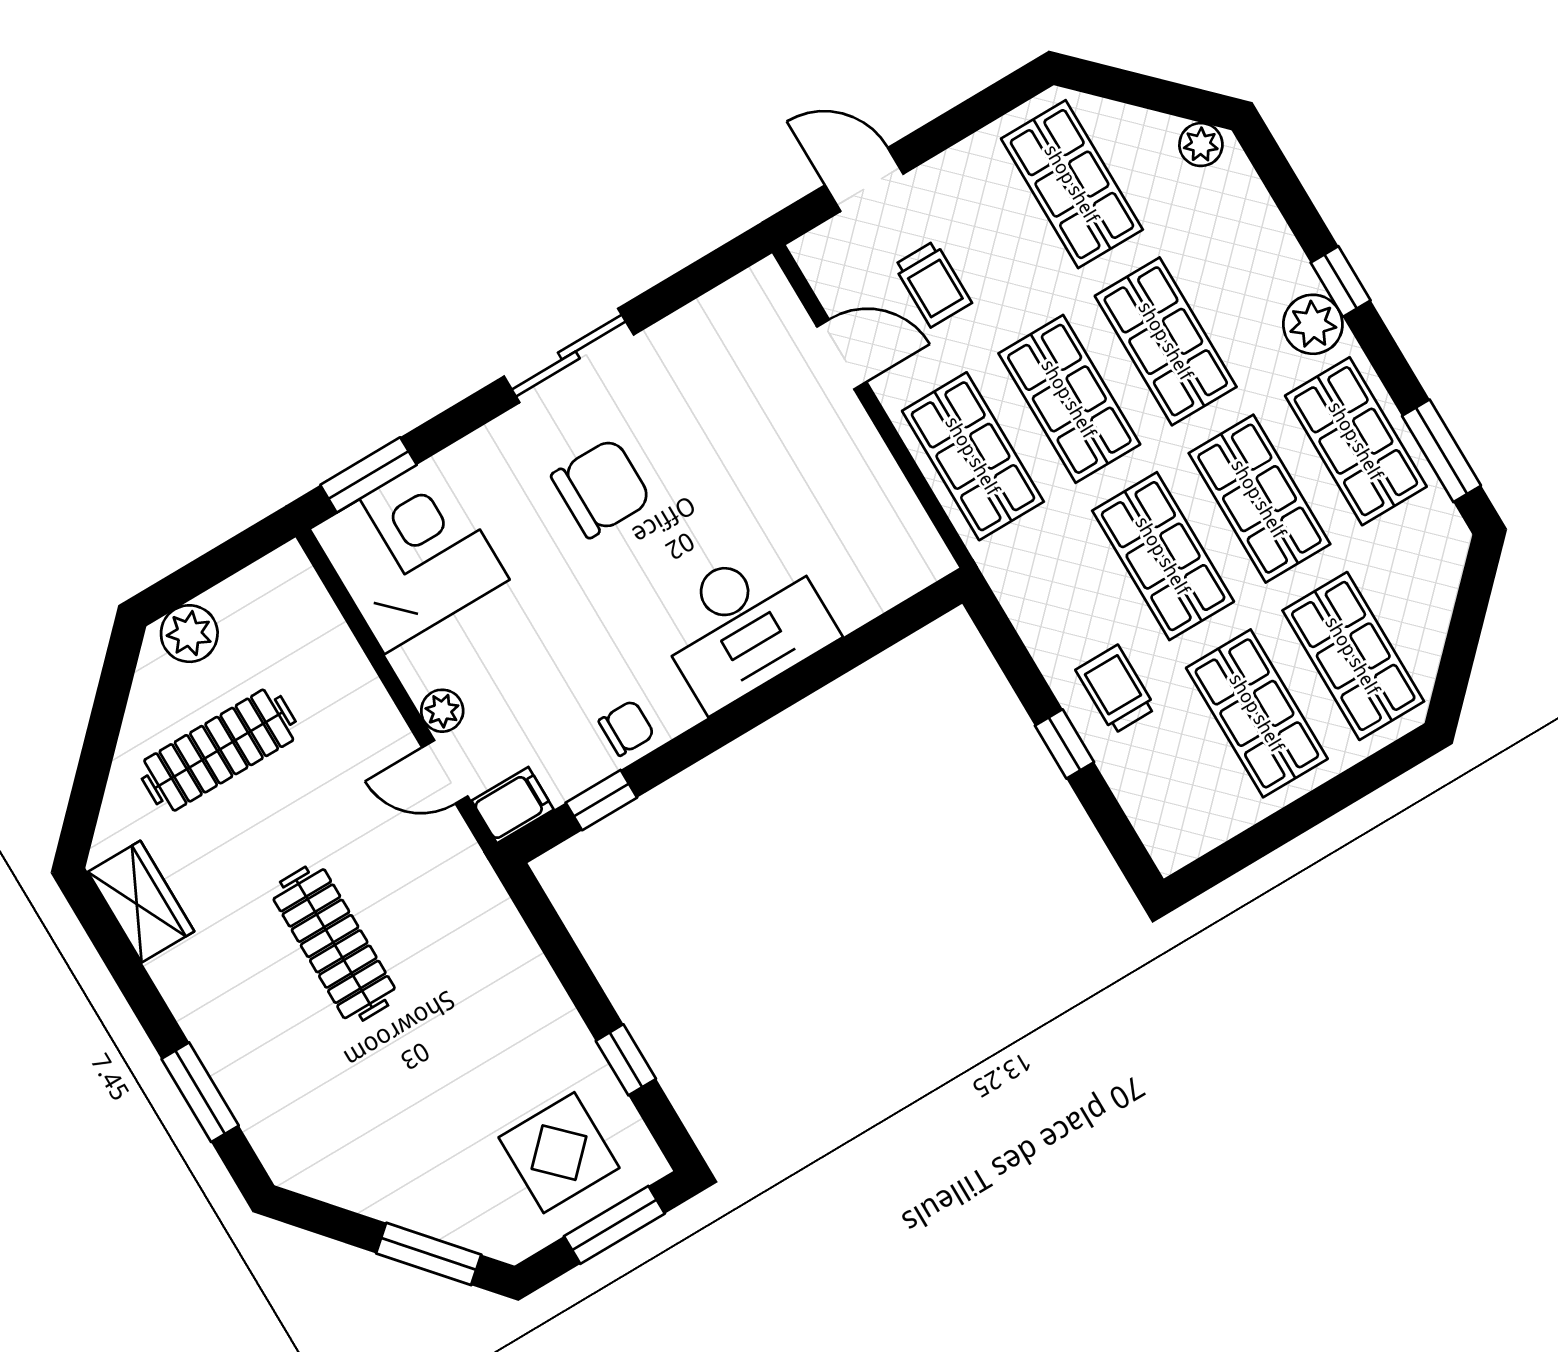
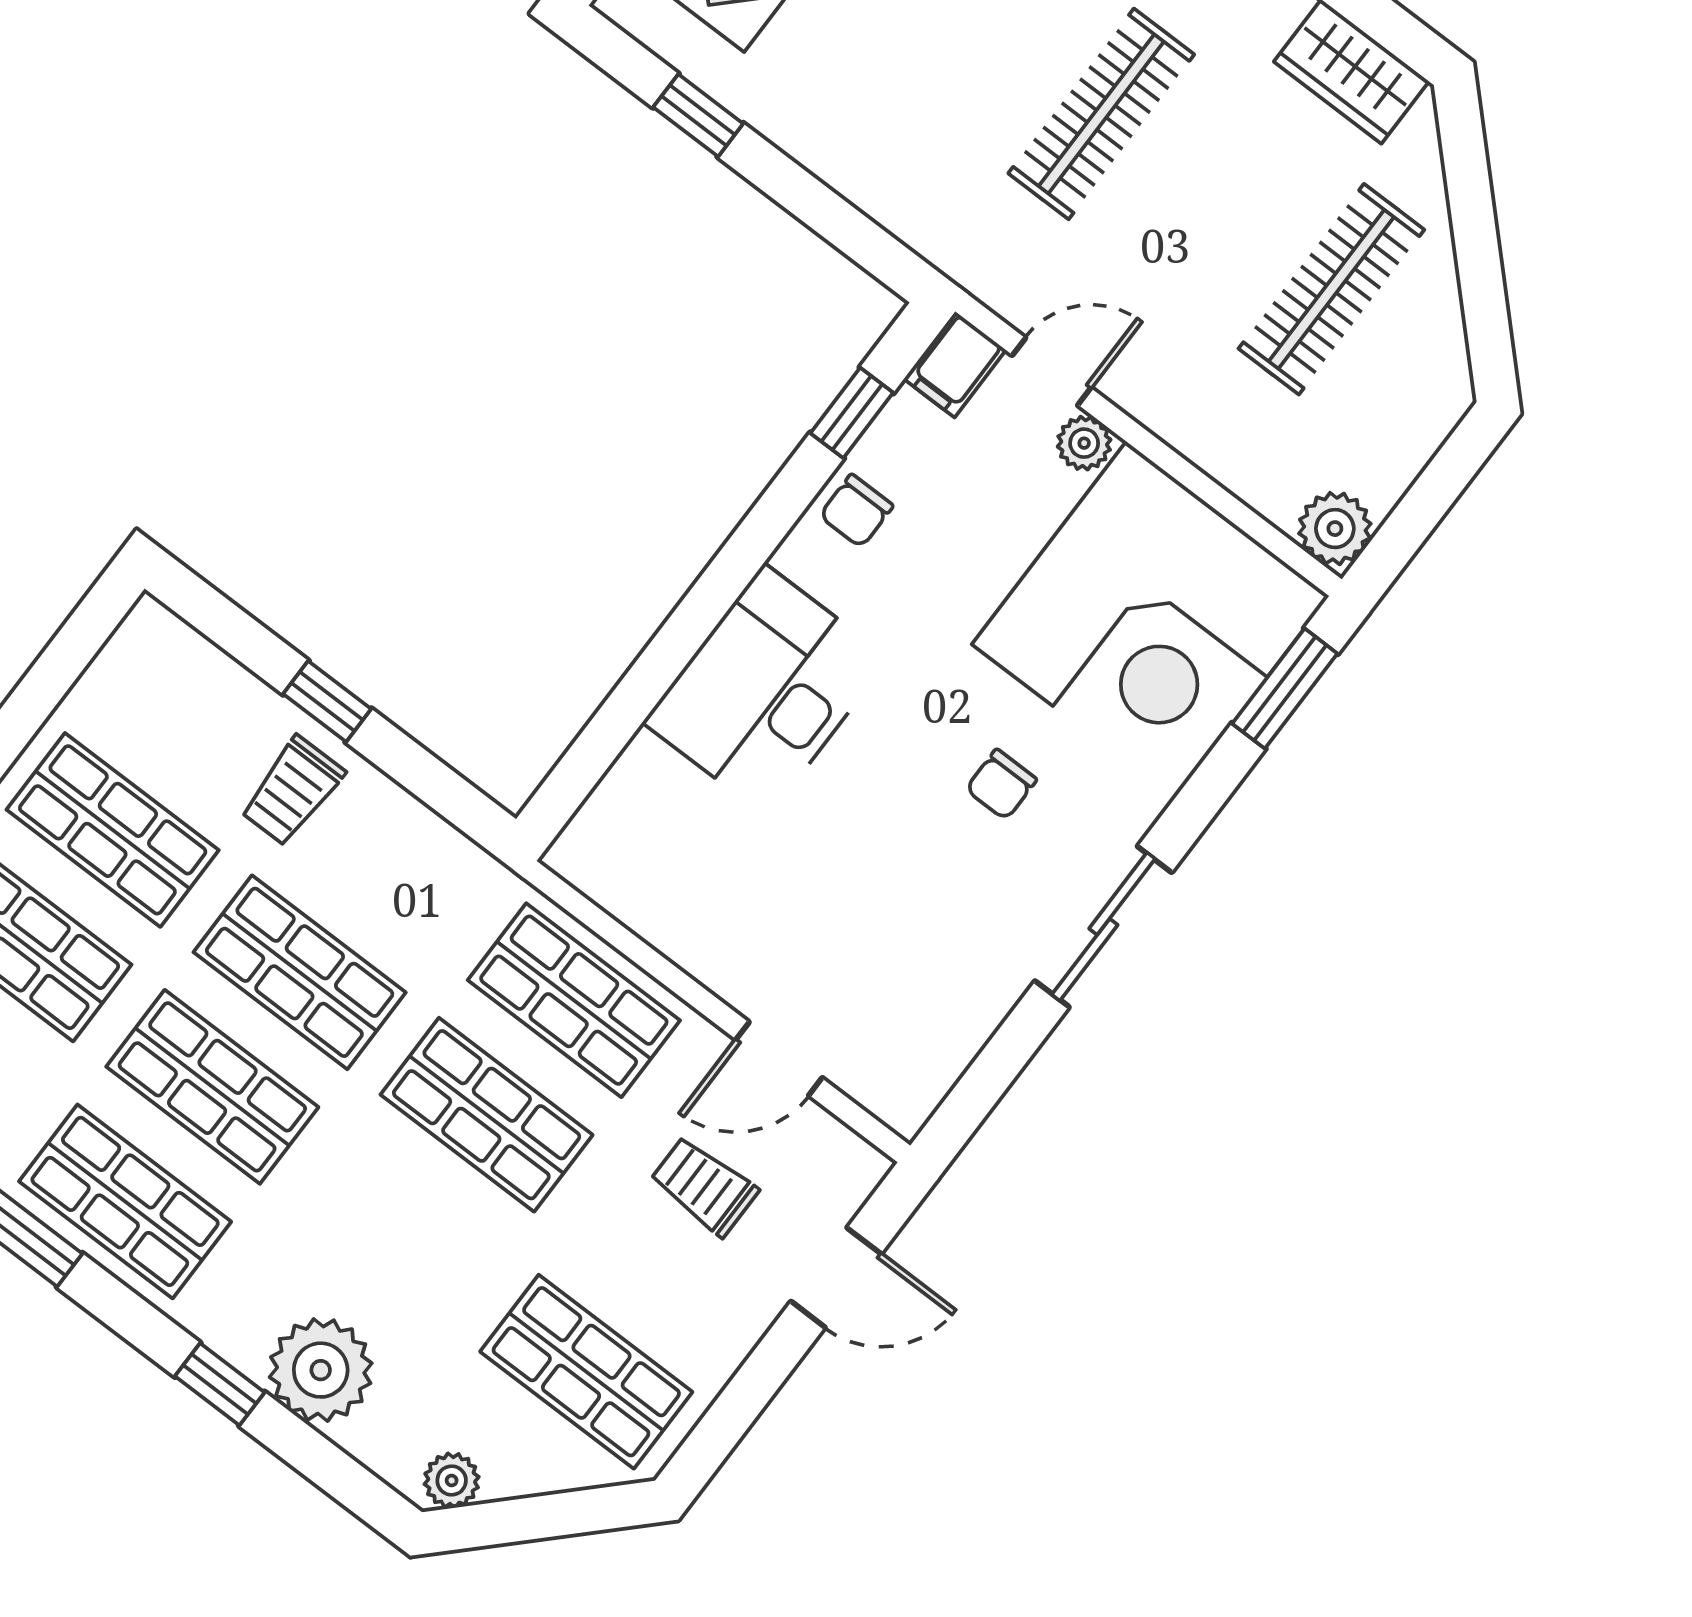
plant: (1313, 324) -> (321, 1370), moved, width x1.36, depth x1.36
shop shelf: (1166, 341) -> (399, 1229), removed
chair: (601, 488) -> (1001, 784), width x0.54, depth x0.54
corner desk: (410, 554) -> (1150, 620), width x1.36, depth x1.36
plant: (189, 634) -> (1335, 529), moved
trolley: (1116, 689) -> (292, 791), turned 90
clothes rail: (334, 944) -> (1101, 114), turned 90

